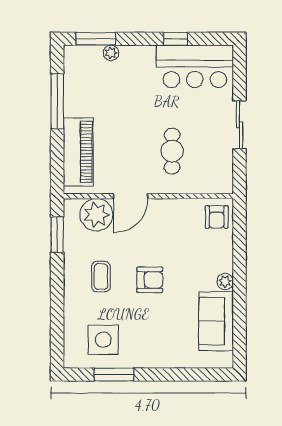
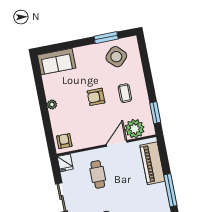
fridge: (222, 181) -> (65, 163), added
sofa: (216, 321) -> (57, 61), moved, turned 90
side table: (103, 340) -> (116, 57), turned 45

